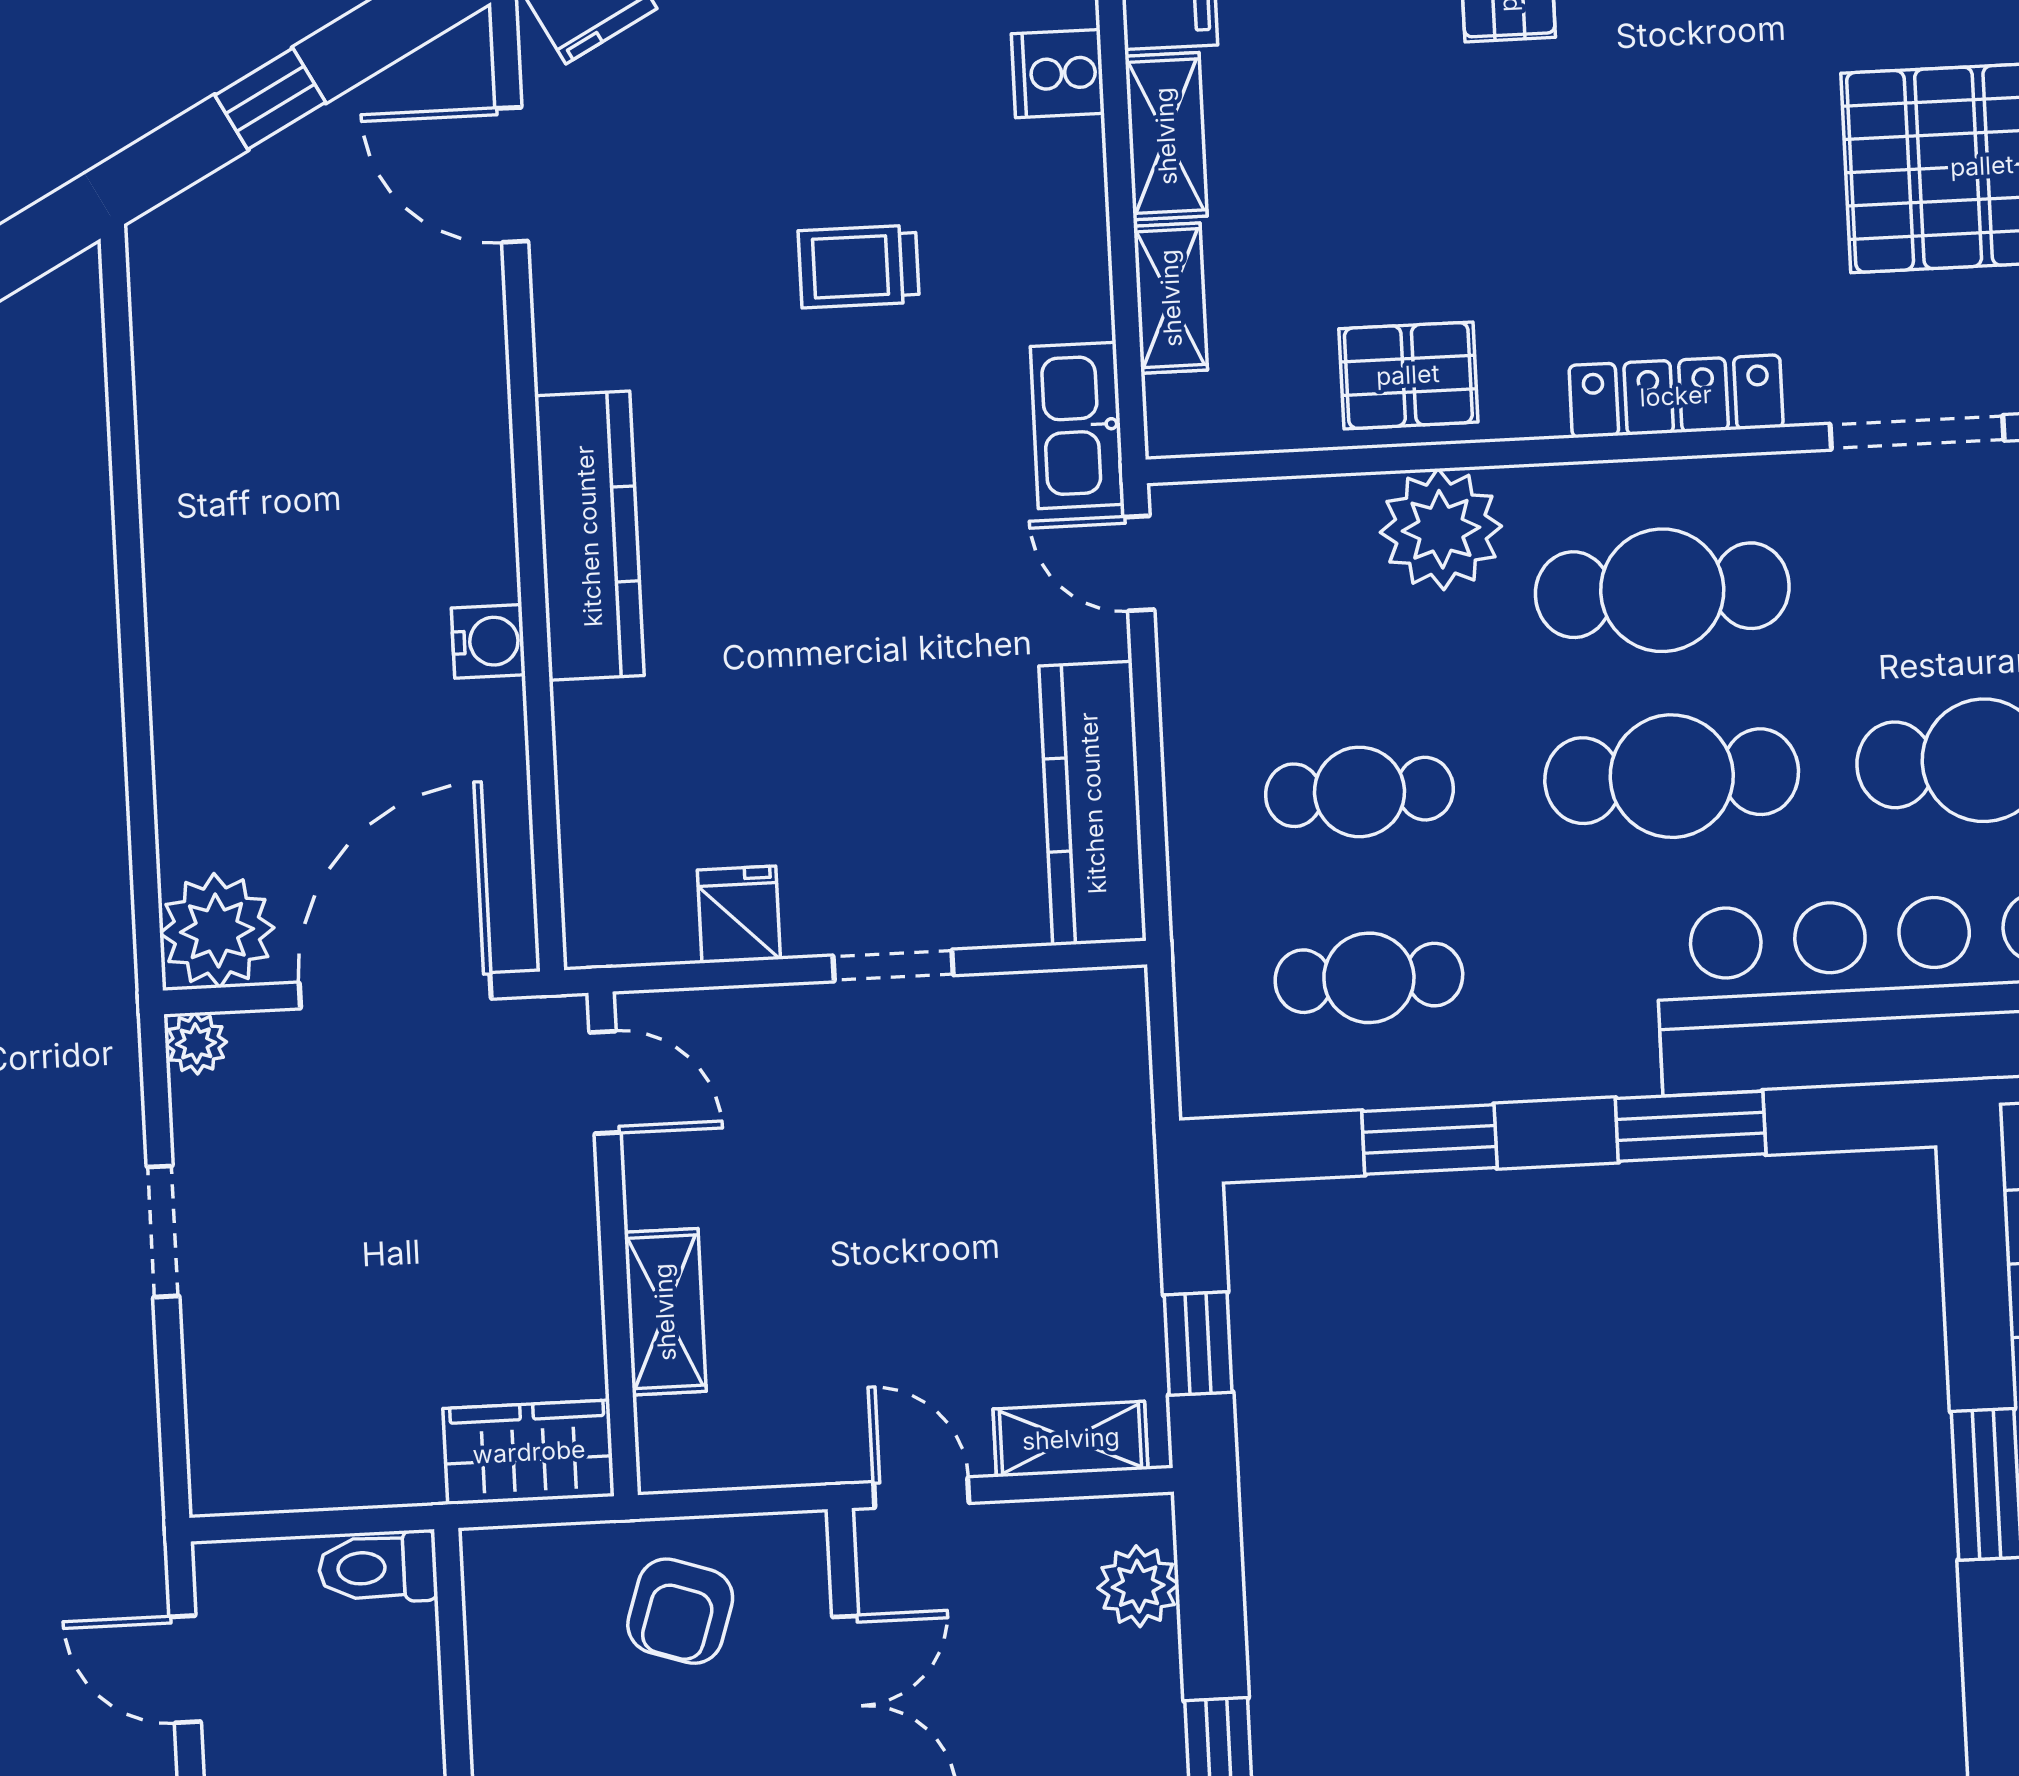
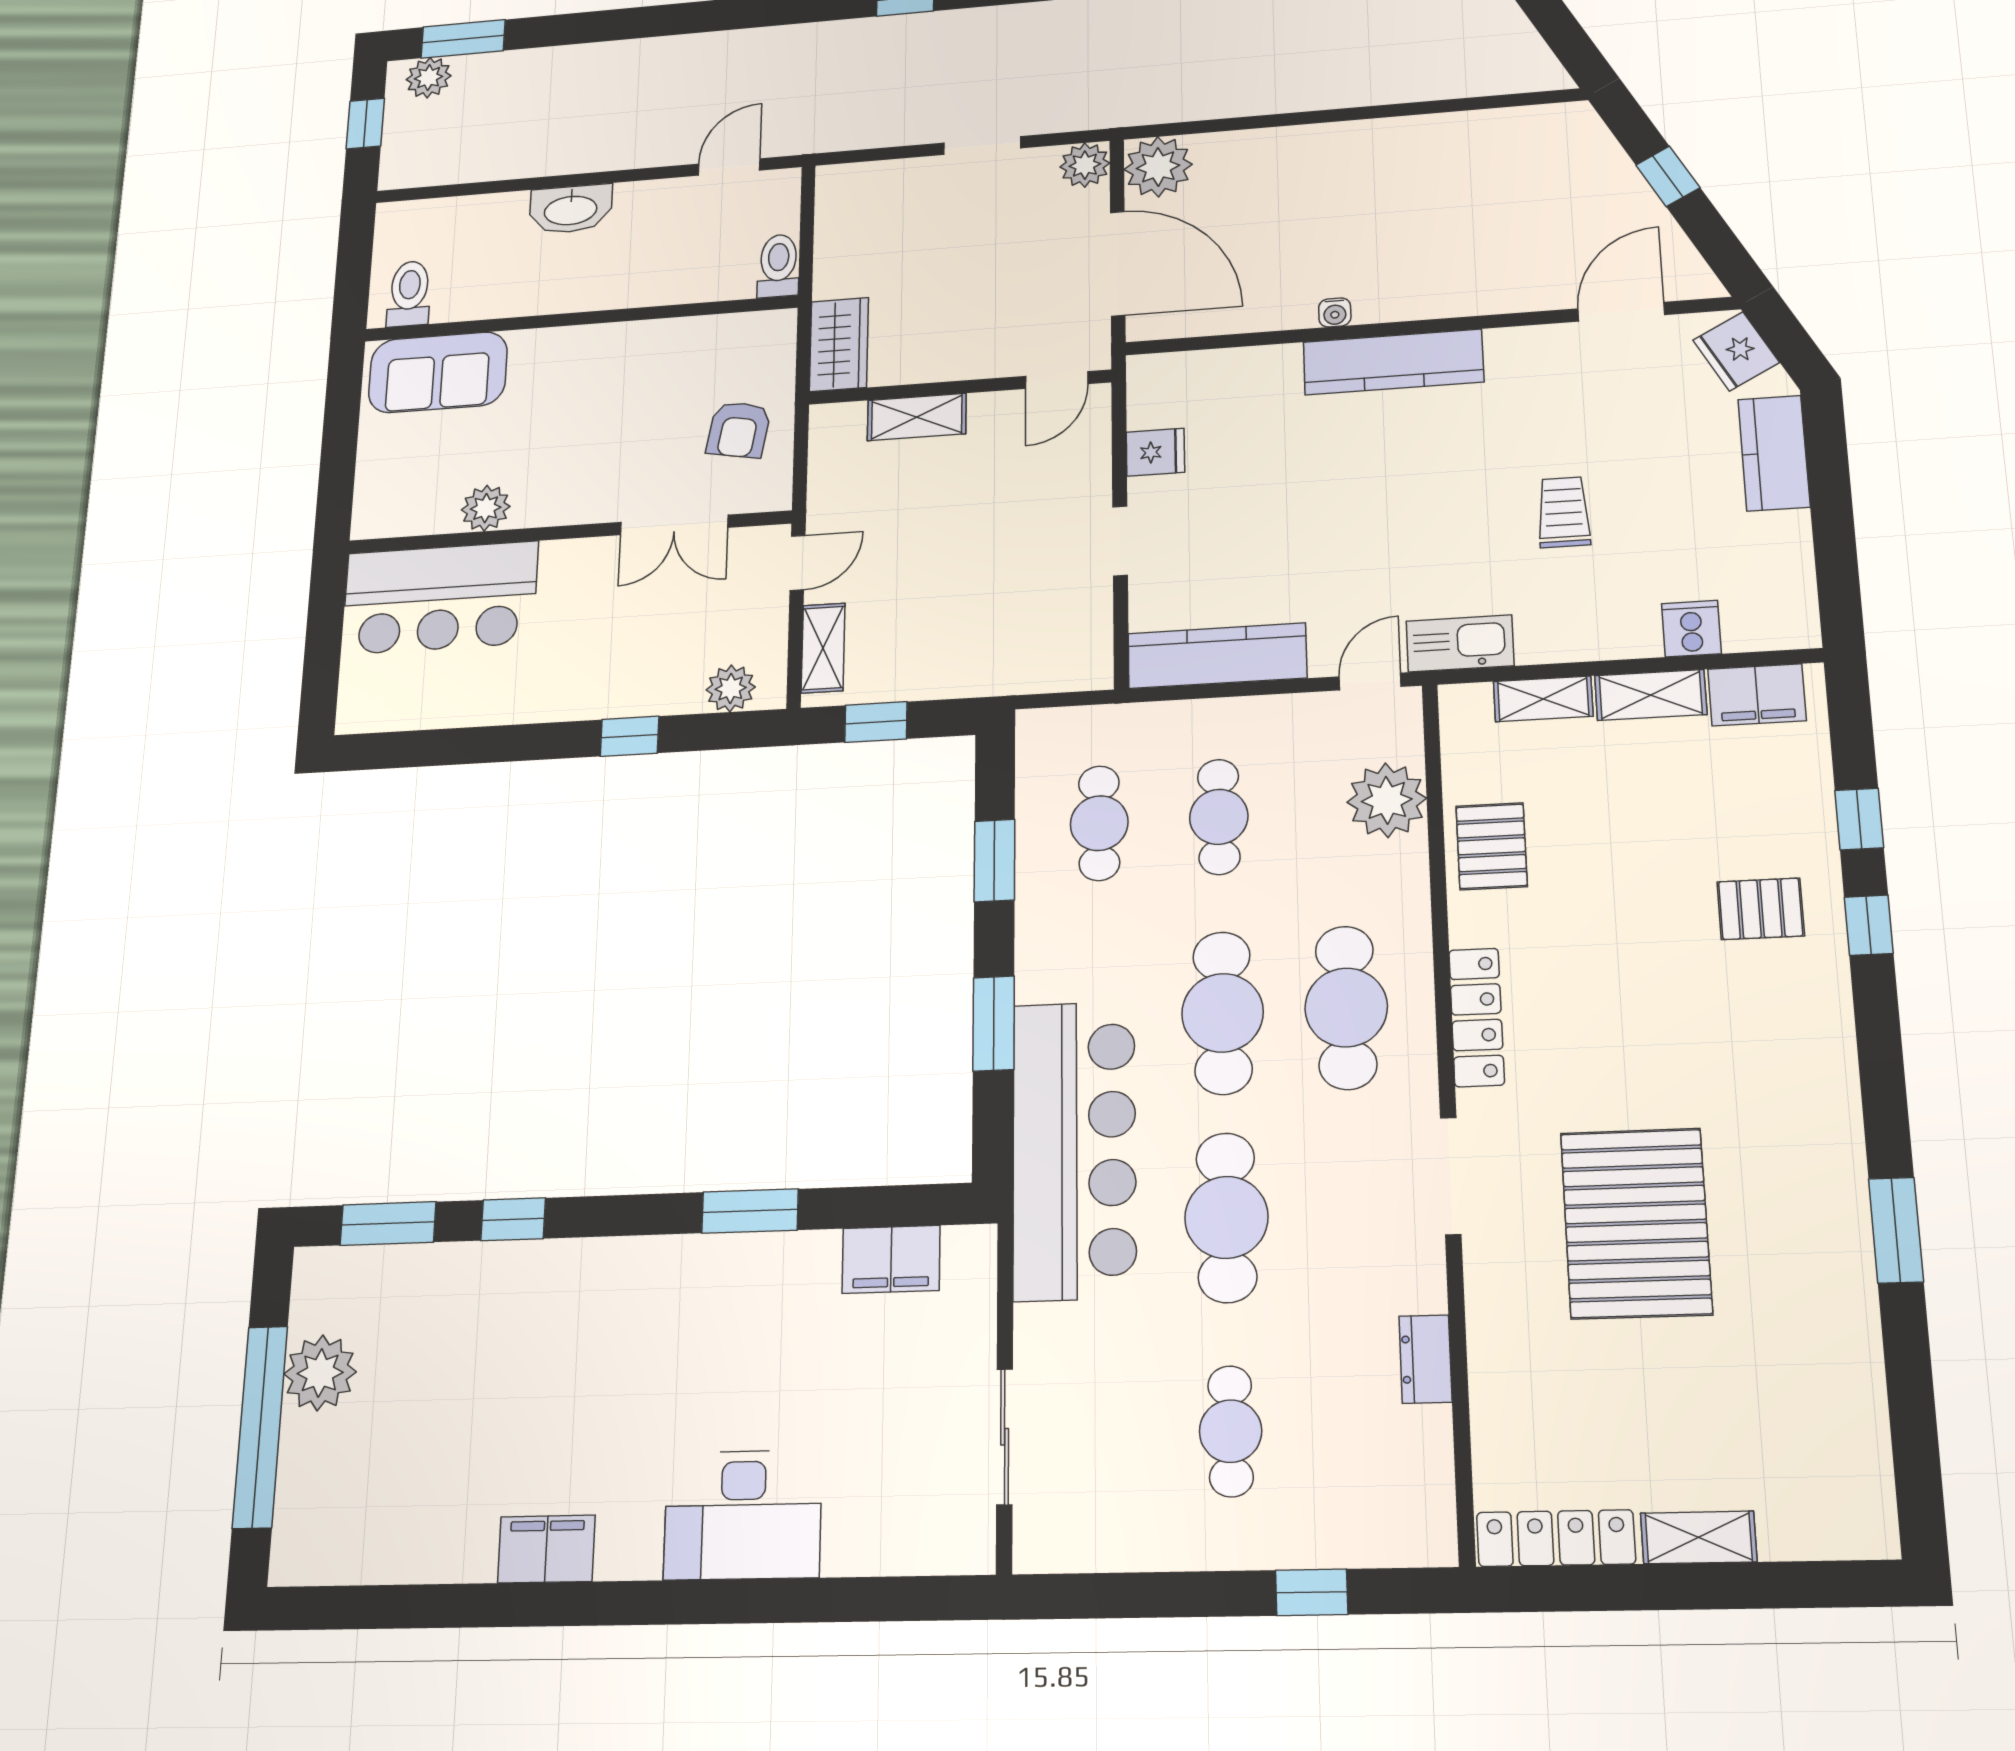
plant: (1441, 529) -> (1387, 800), moved
water cooler: (488, 641) -> (1335, 312), width x0.72, depth x0.72
plant: (196, 1043) -> (1085, 165), width x1.38, depth x1.38
armchair: (680, 1611) -> (739, 430), turned -98

